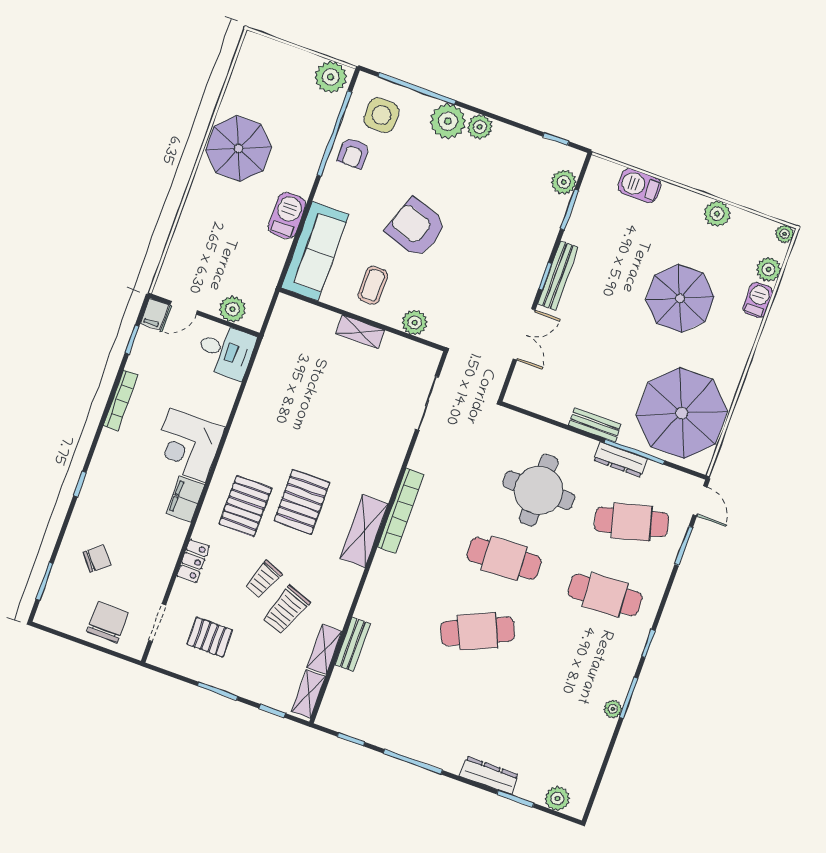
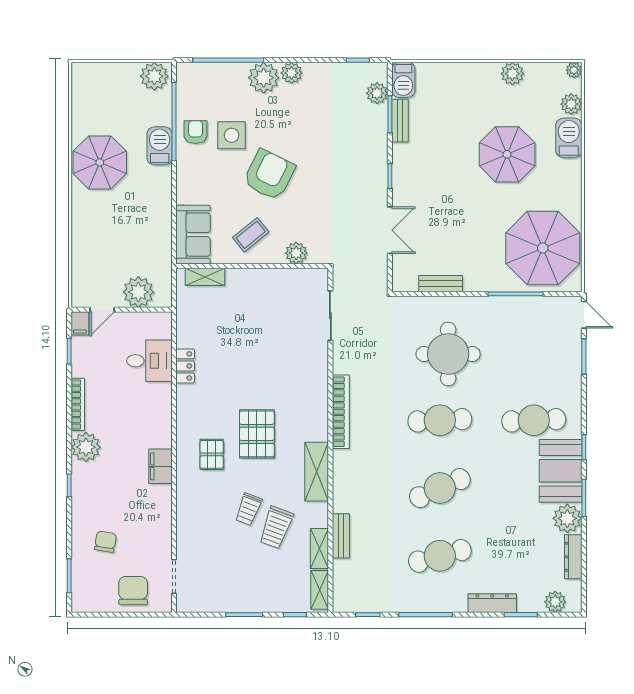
side table: (381, 115) -> (232, 135), moved
armchair: (353, 153) -> (196, 132), turned 180
barbecue: (639, 186) -> (403, 80), moved, turned -90
barbecue: (287, 216) -> (160, 146), moved
armchair: (416, 228) -> (269, 175), turned 97
sofa: (315, 251) -> (193, 235), width x0.73
bench: (558, 276) -> (400, 121), moved, width x0.73
coffee table: (373, 285) -> (251, 235), turned 51
barbecue: (758, 300) -> (569, 138), width x1.38, depth x1.27
plant: (233, 309) -> (138, 292), width x1.36, depth x1.36
shelving: (360, 332) -> (205, 277), moved
desk: (226, 351) -> (149, 361), moved
bench: (595, 425) -> (441, 284), moved
corner desk: (188, 445) -> (146, 422), removed
plant: (113, 449) -> (86, 447), added
dresser: (620, 459) -> (573, 557), moved, turned 90
pallet: (245, 506) -> (212, 454), width x0.67, depth x0.71
cafe table: (631, 522) -> (440, 556), moved
shelving: (364, 531) -> (317, 472), moved
chair: (97, 559) -> (105, 542), turned -42
locker: (193, 561) -> (185, 366), moved
pallet: (210, 637) -> (221, 573), removed
booth: (614, 660) -> (561, 471), added
plant: (613, 709) -> (567, 518), width x1.88, depth x1.88

